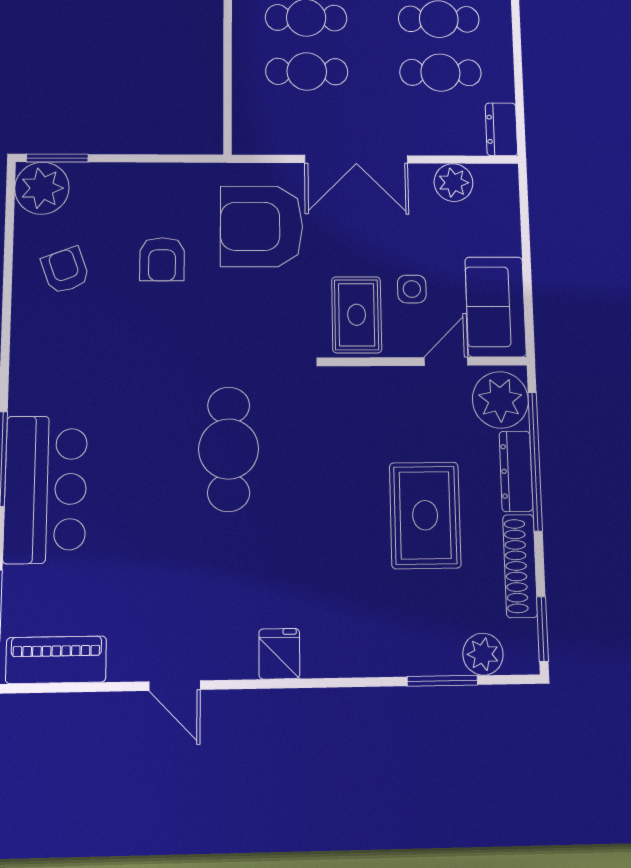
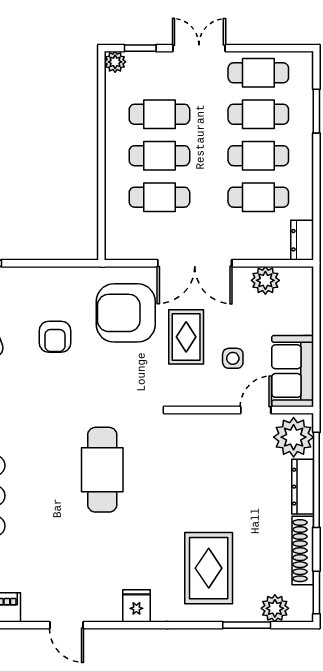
rug: (357, 315) -> (186, 337), moved
rug: (425, 515) -> (209, 568), moved

